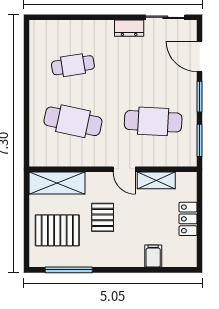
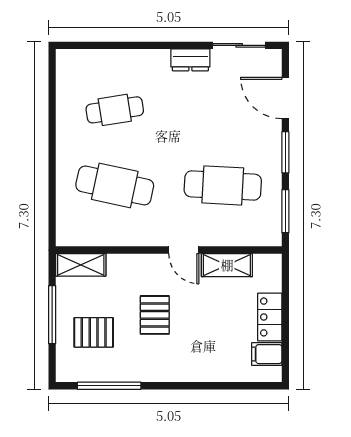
shelving: (57, 183) -> (81, 265), width x0.67, depth x0.75
window: (26, 217) -> (52, 315), added
pallet: (57, 230) -> (94, 332), width x0.67, depth x0.71
filing cabinet: (153, 256) -> (267, 354), moved, turned -90

